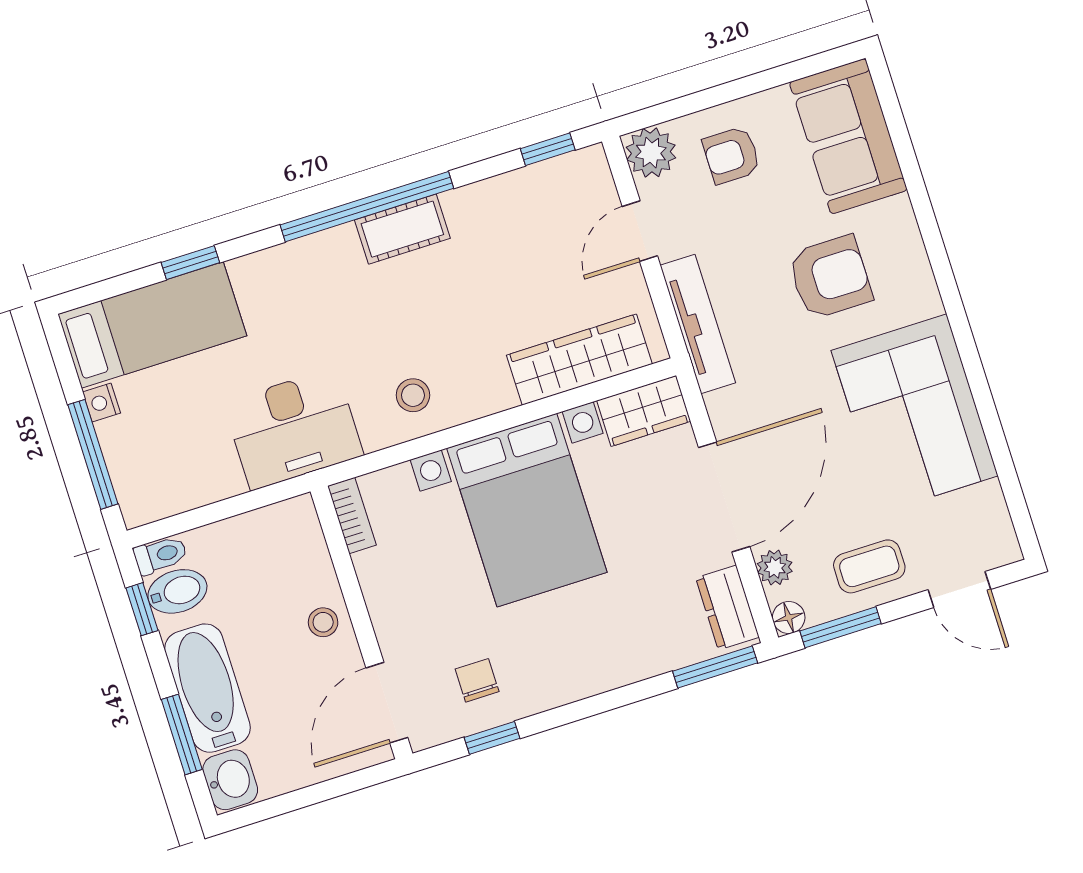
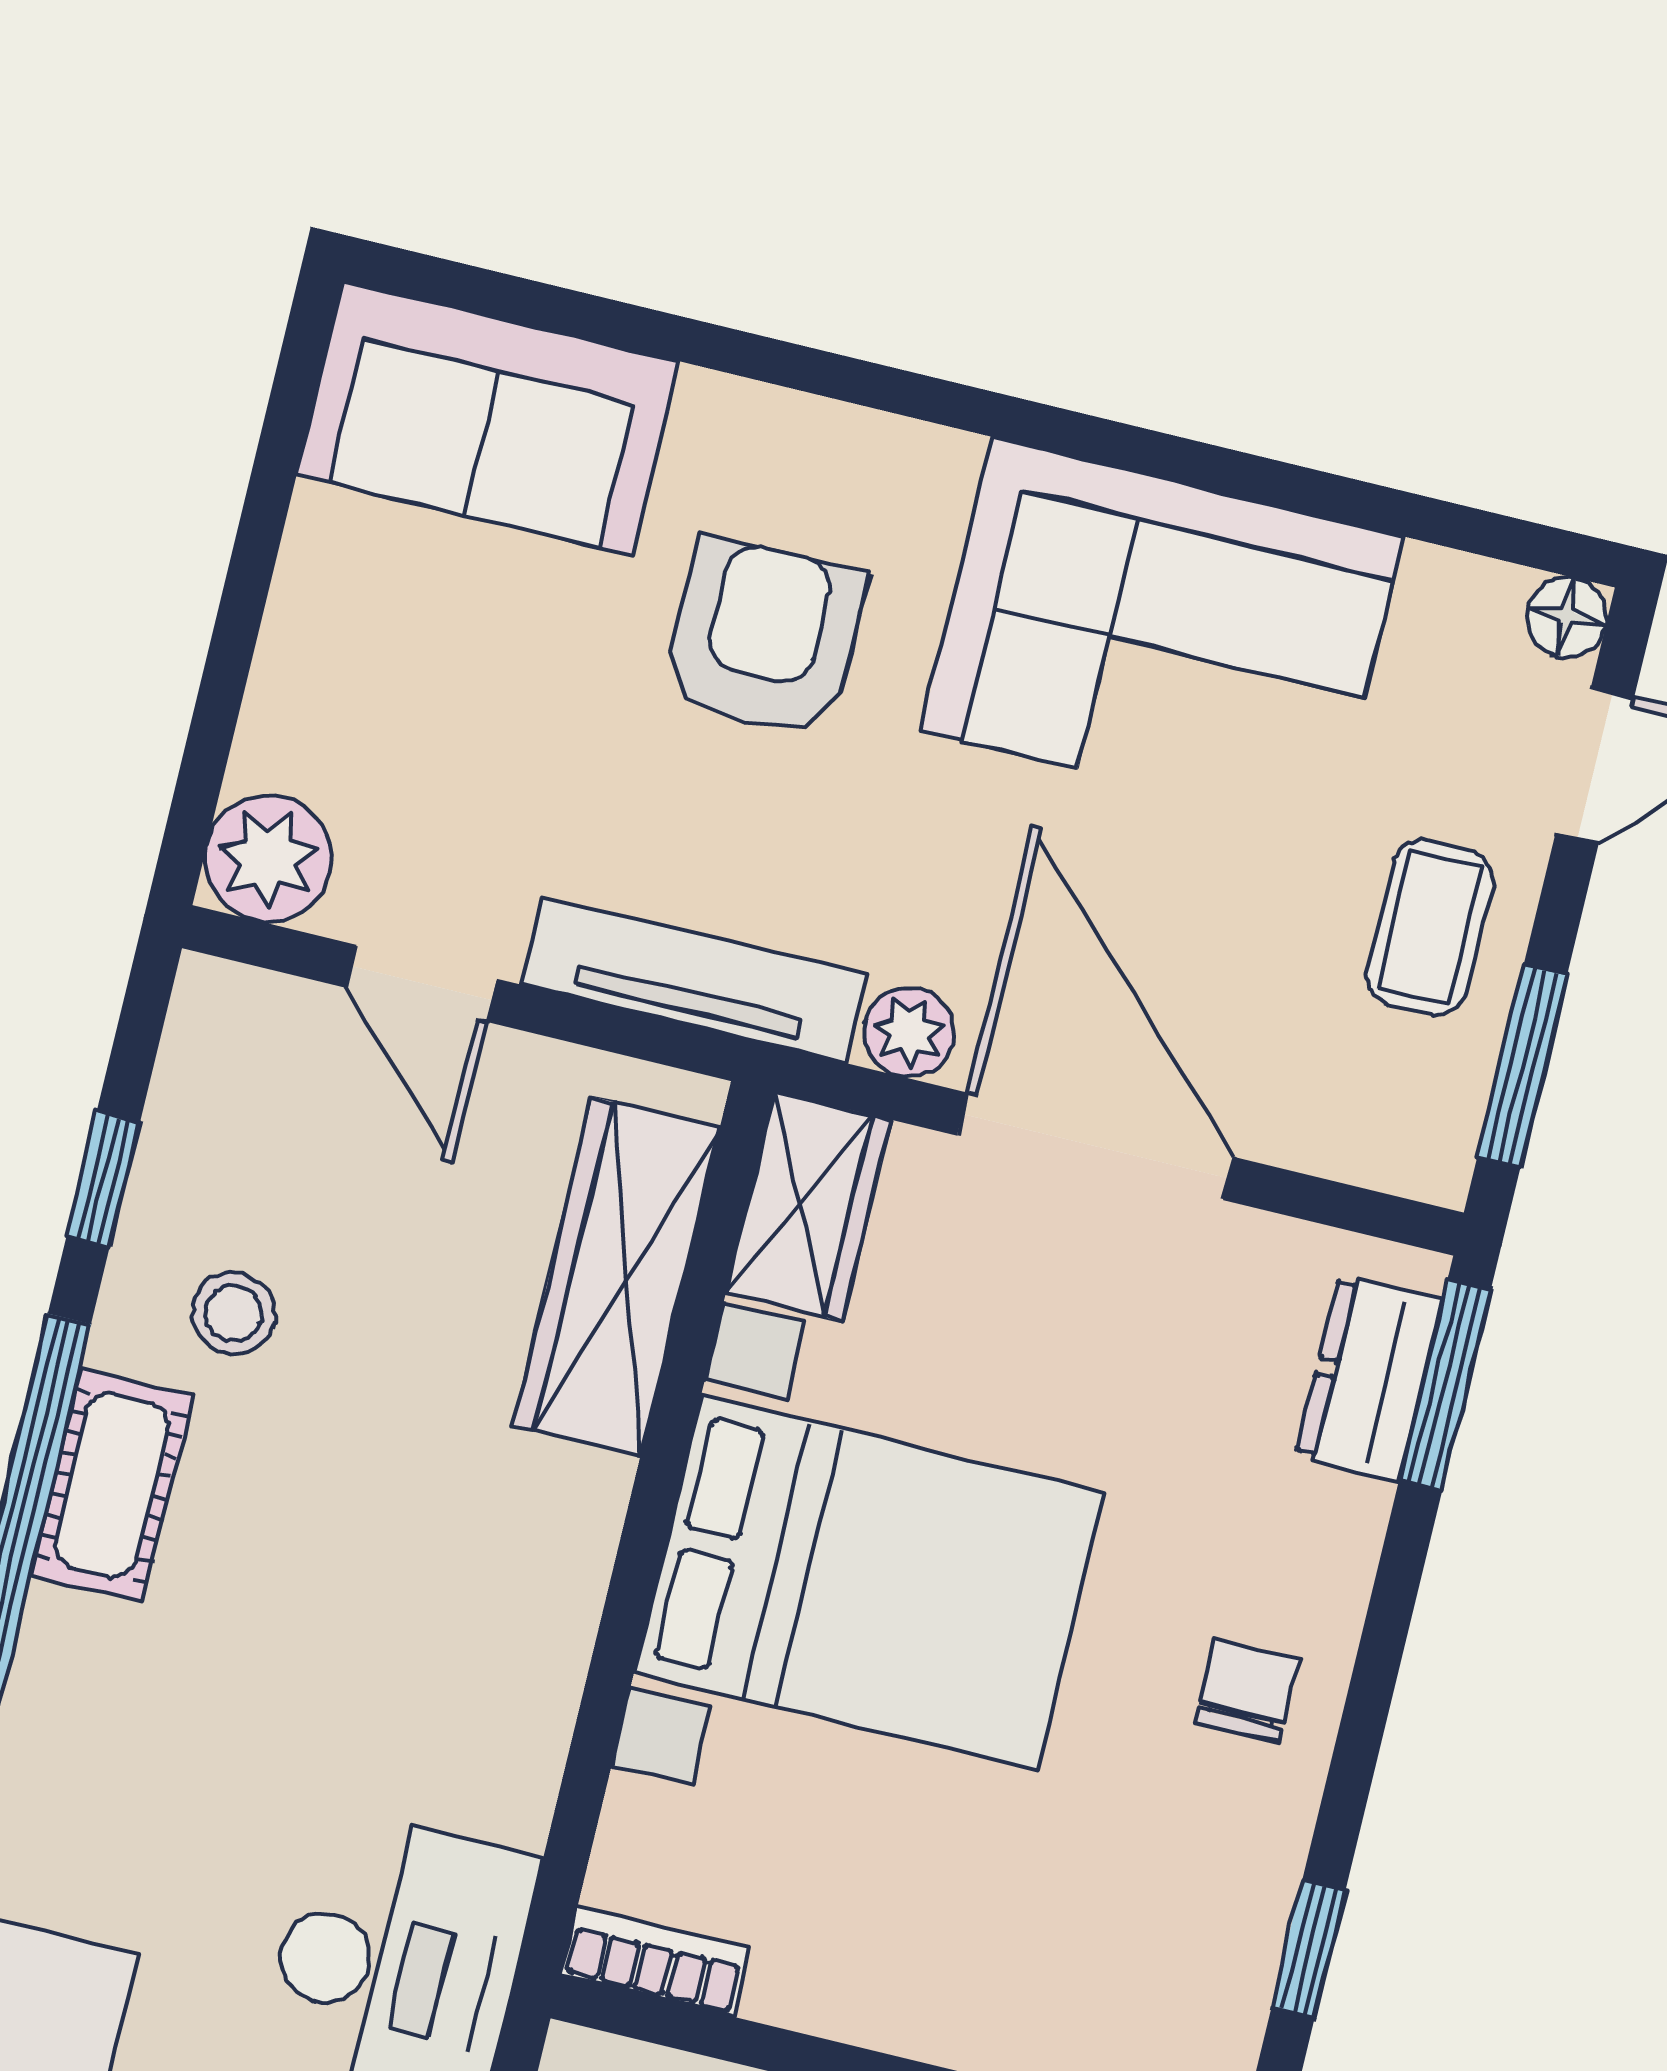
window: (548, 149) -> (103, 1180), moved
armchair: (731, 155) -> (378, 691), removed
stool: (413, 395) -> (233, 1313), moved
plant: (775, 567) -> (909, 1032), moved
dresser: (727, 608) -> (1369, 1378), moved, turned 90
floor lamp: (789, 617) -> (1567, 617), moved
chair: (477, 680) -> (1247, 1691), moved, turned 90

